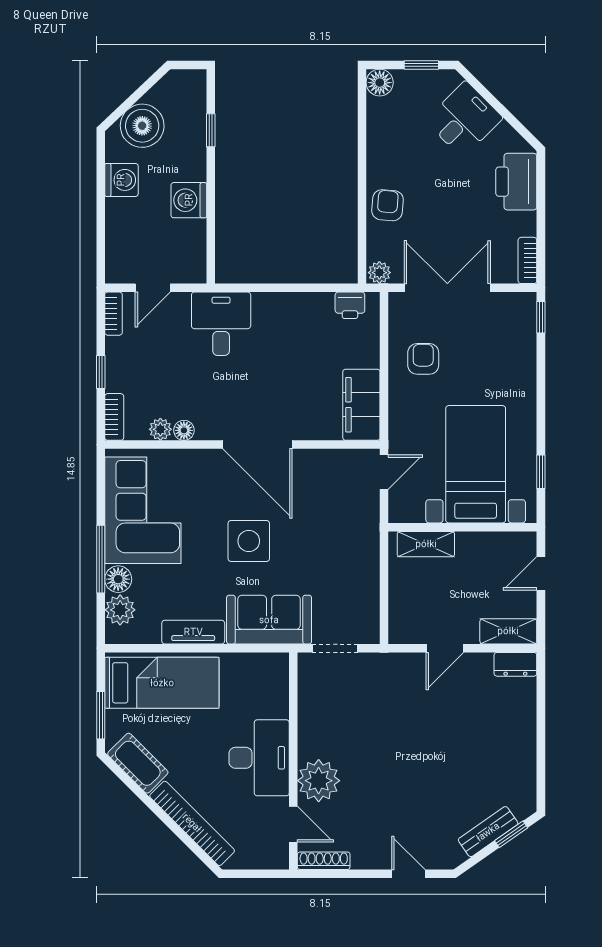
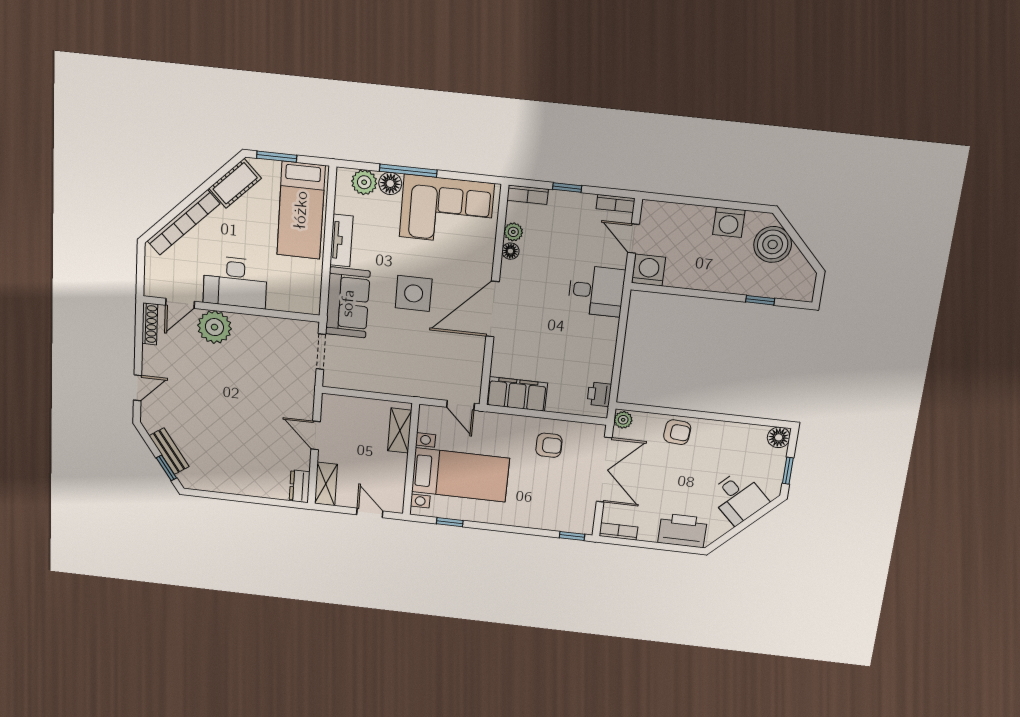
washing machine: (189, 200) -> (649, 270), moved

